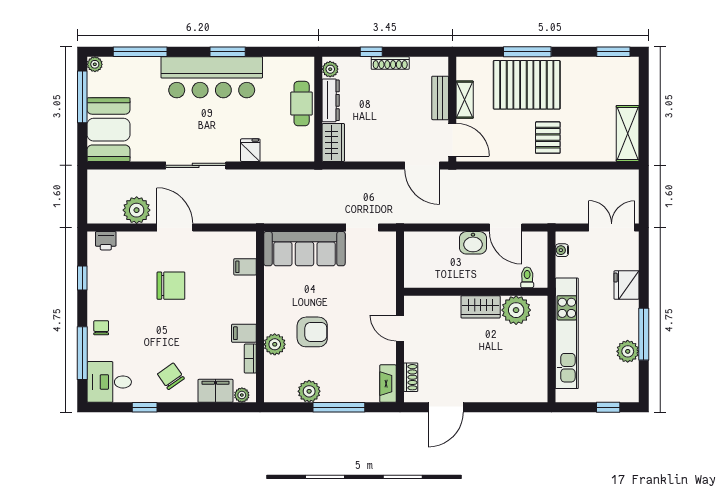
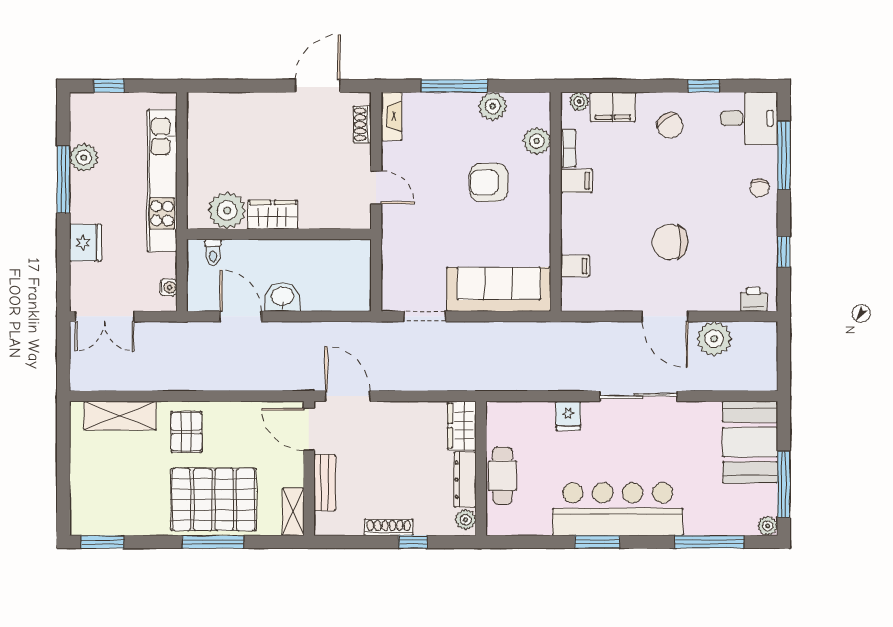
shelving: (465, 100) -> (293, 512), moved
shelving: (628, 133) -> (120, 416), moved, turned 90
plant: (275, 344) -> (537, 141), moved

